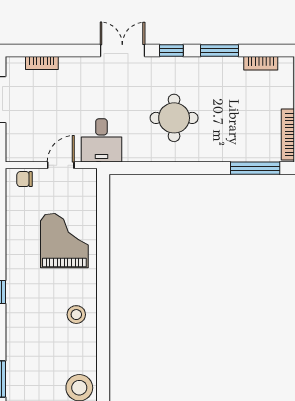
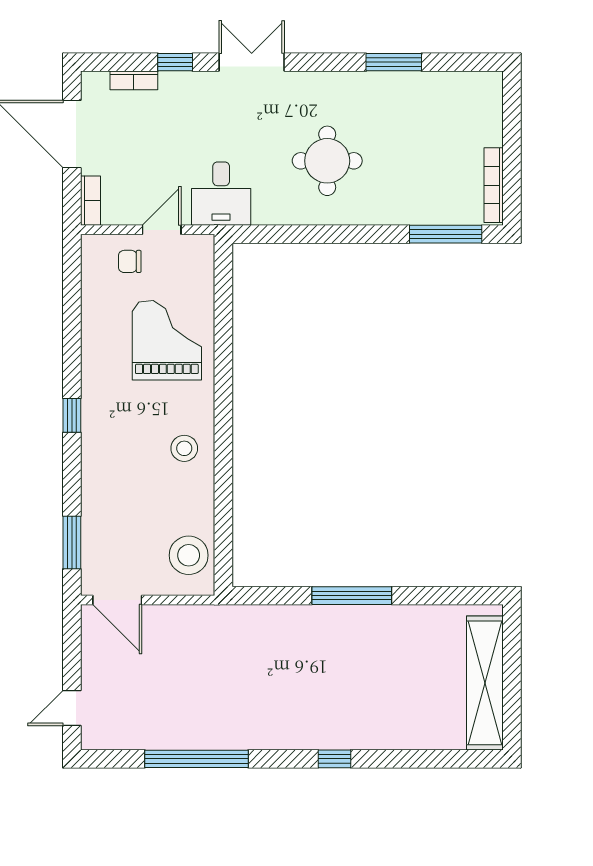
window: (171, 50) -> (175, 62), moved
bookcase: (261, 63) -> (90, 201), moved, turned -90
chair: (25, 179) -> (130, 261), moved

